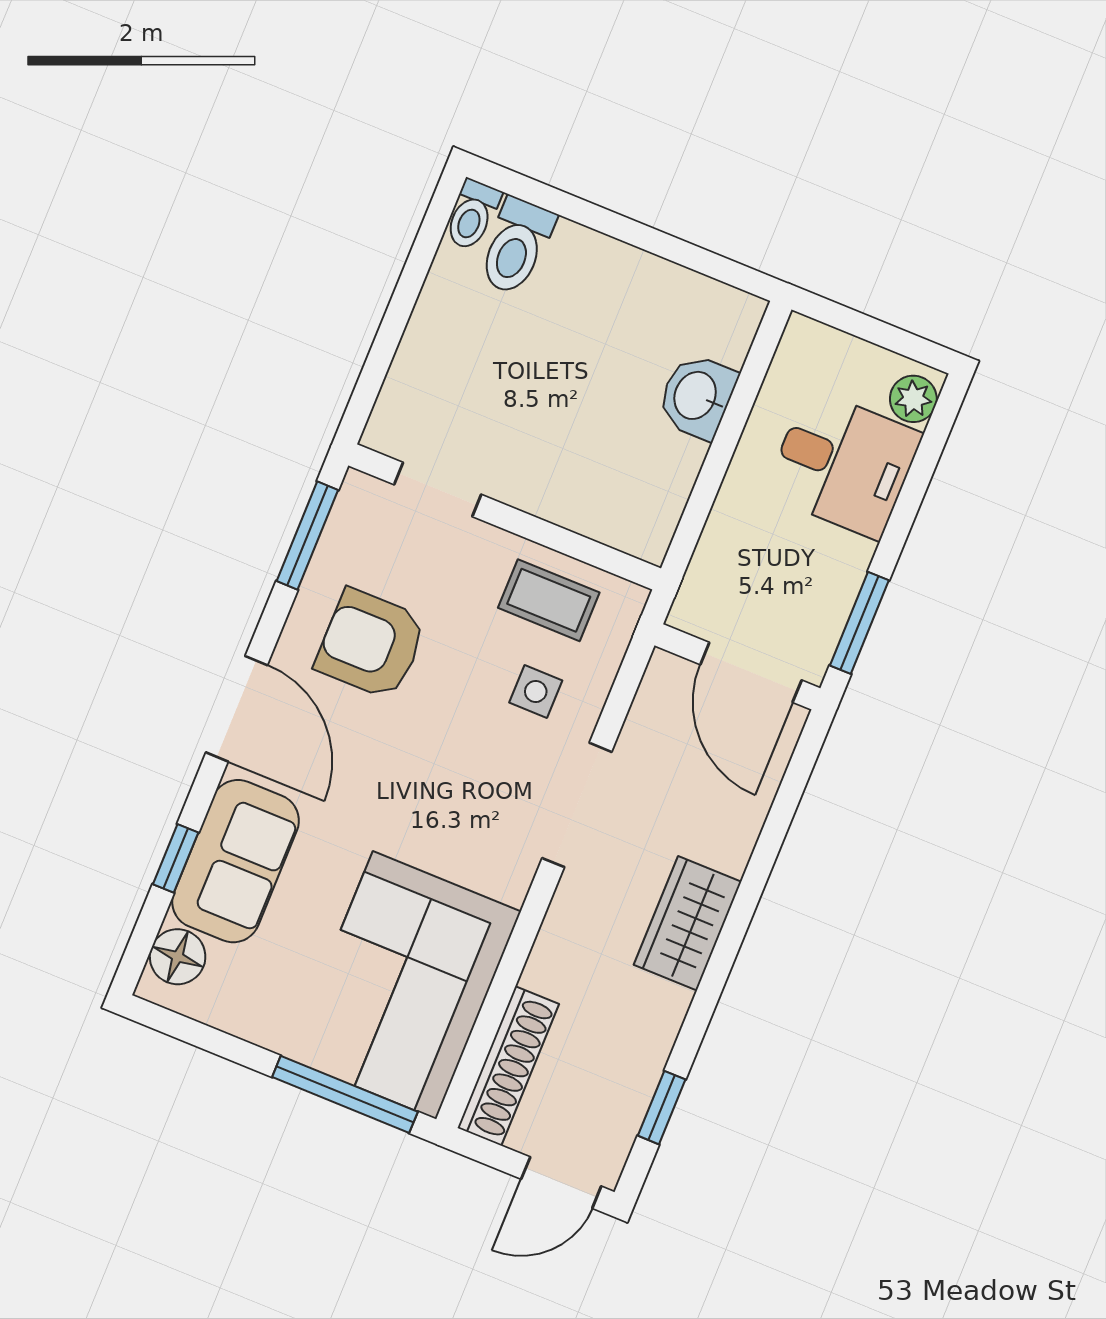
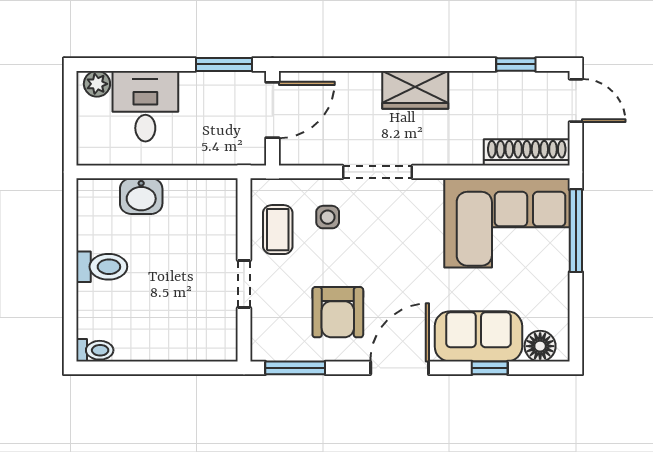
toilet: (516, 246) -> (102, 267), moved
doorway: (438, 489) -> (244, 284), moved

